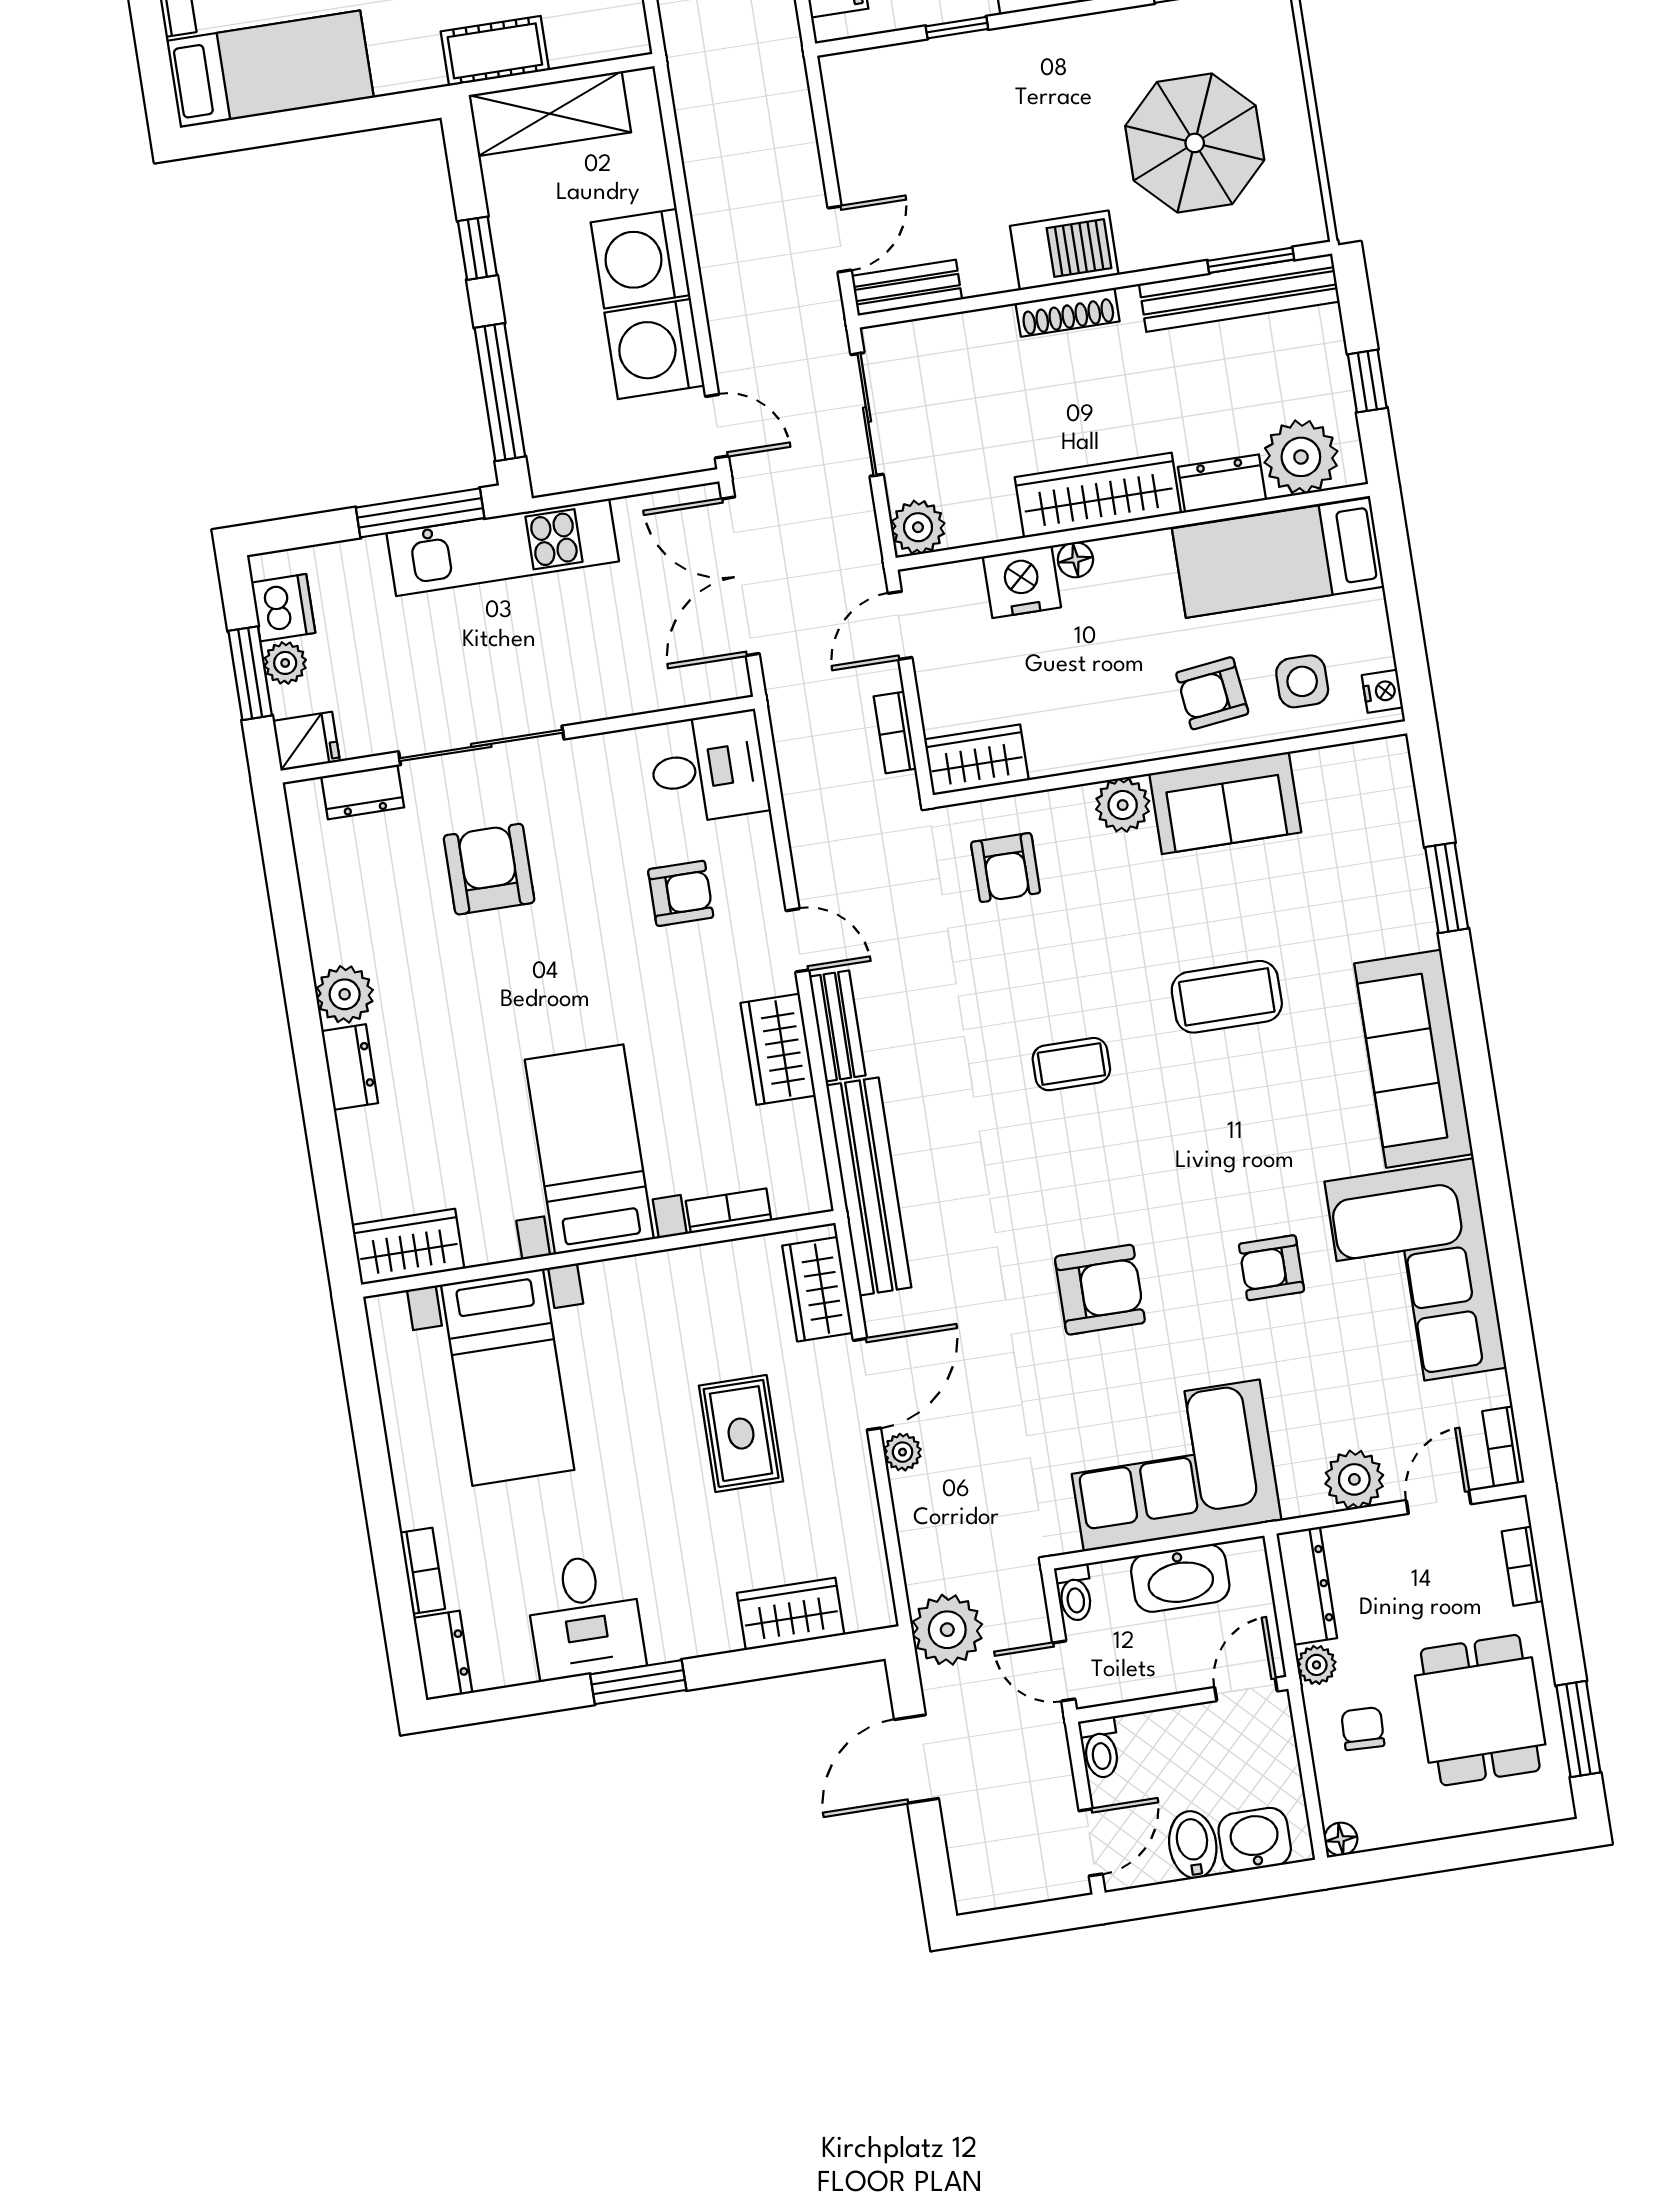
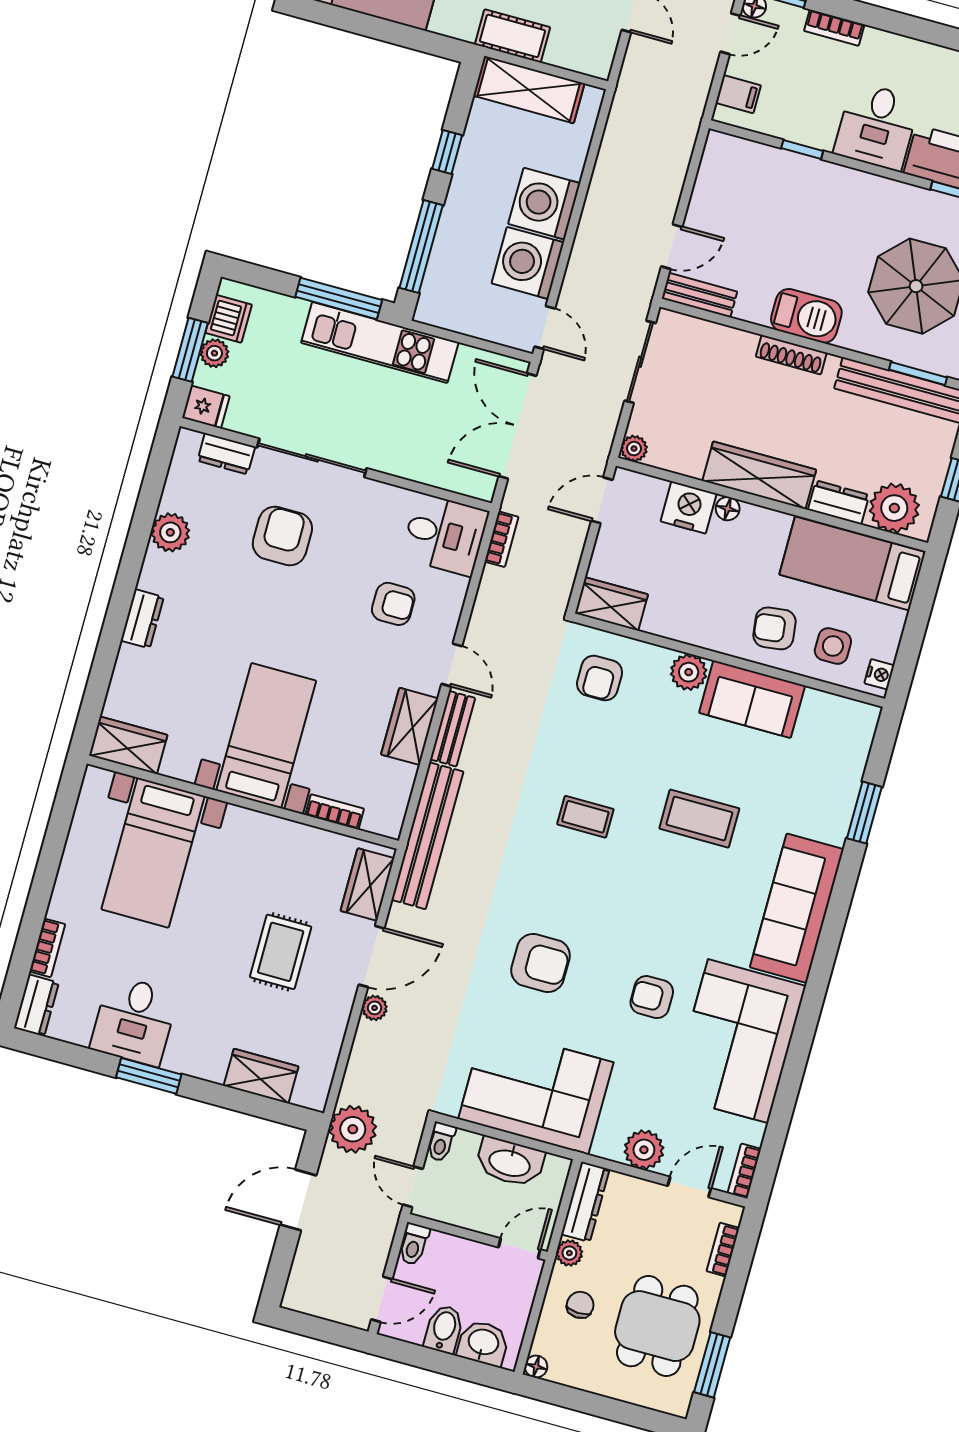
plant: (918, 527) -> (634, 449), width x0.73, depth x0.73
bookcase: (895, 732) -> (501, 539), moved, turned 180
plant: (345, 994) -> (170, 532), moved

